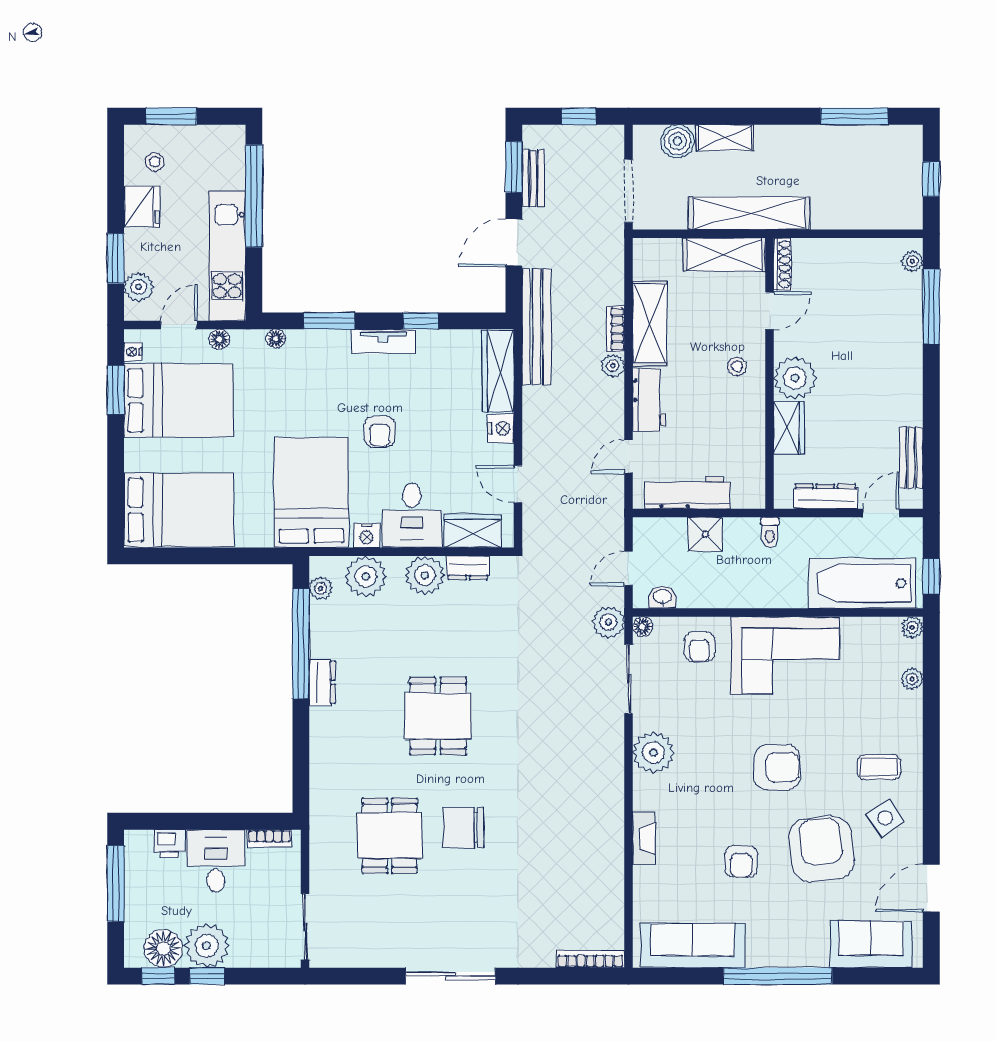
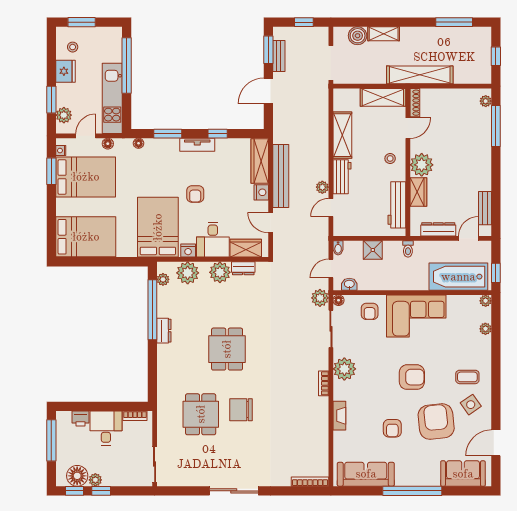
shelving: (749, 213) -> (420, 75), moved
bench: (537, 327) -> (281, 176), moved
bookcase: (615, 329) -> (324, 383), moved
plant: (613, 366) -> (322, 187), moved
workbench: (687, 493) -> (397, 205), moved, turned -90
bidet: (642, 530) -> (338, 248), added
plant: (207, 946) -> (95, 480), width x0.53, depth x0.53

